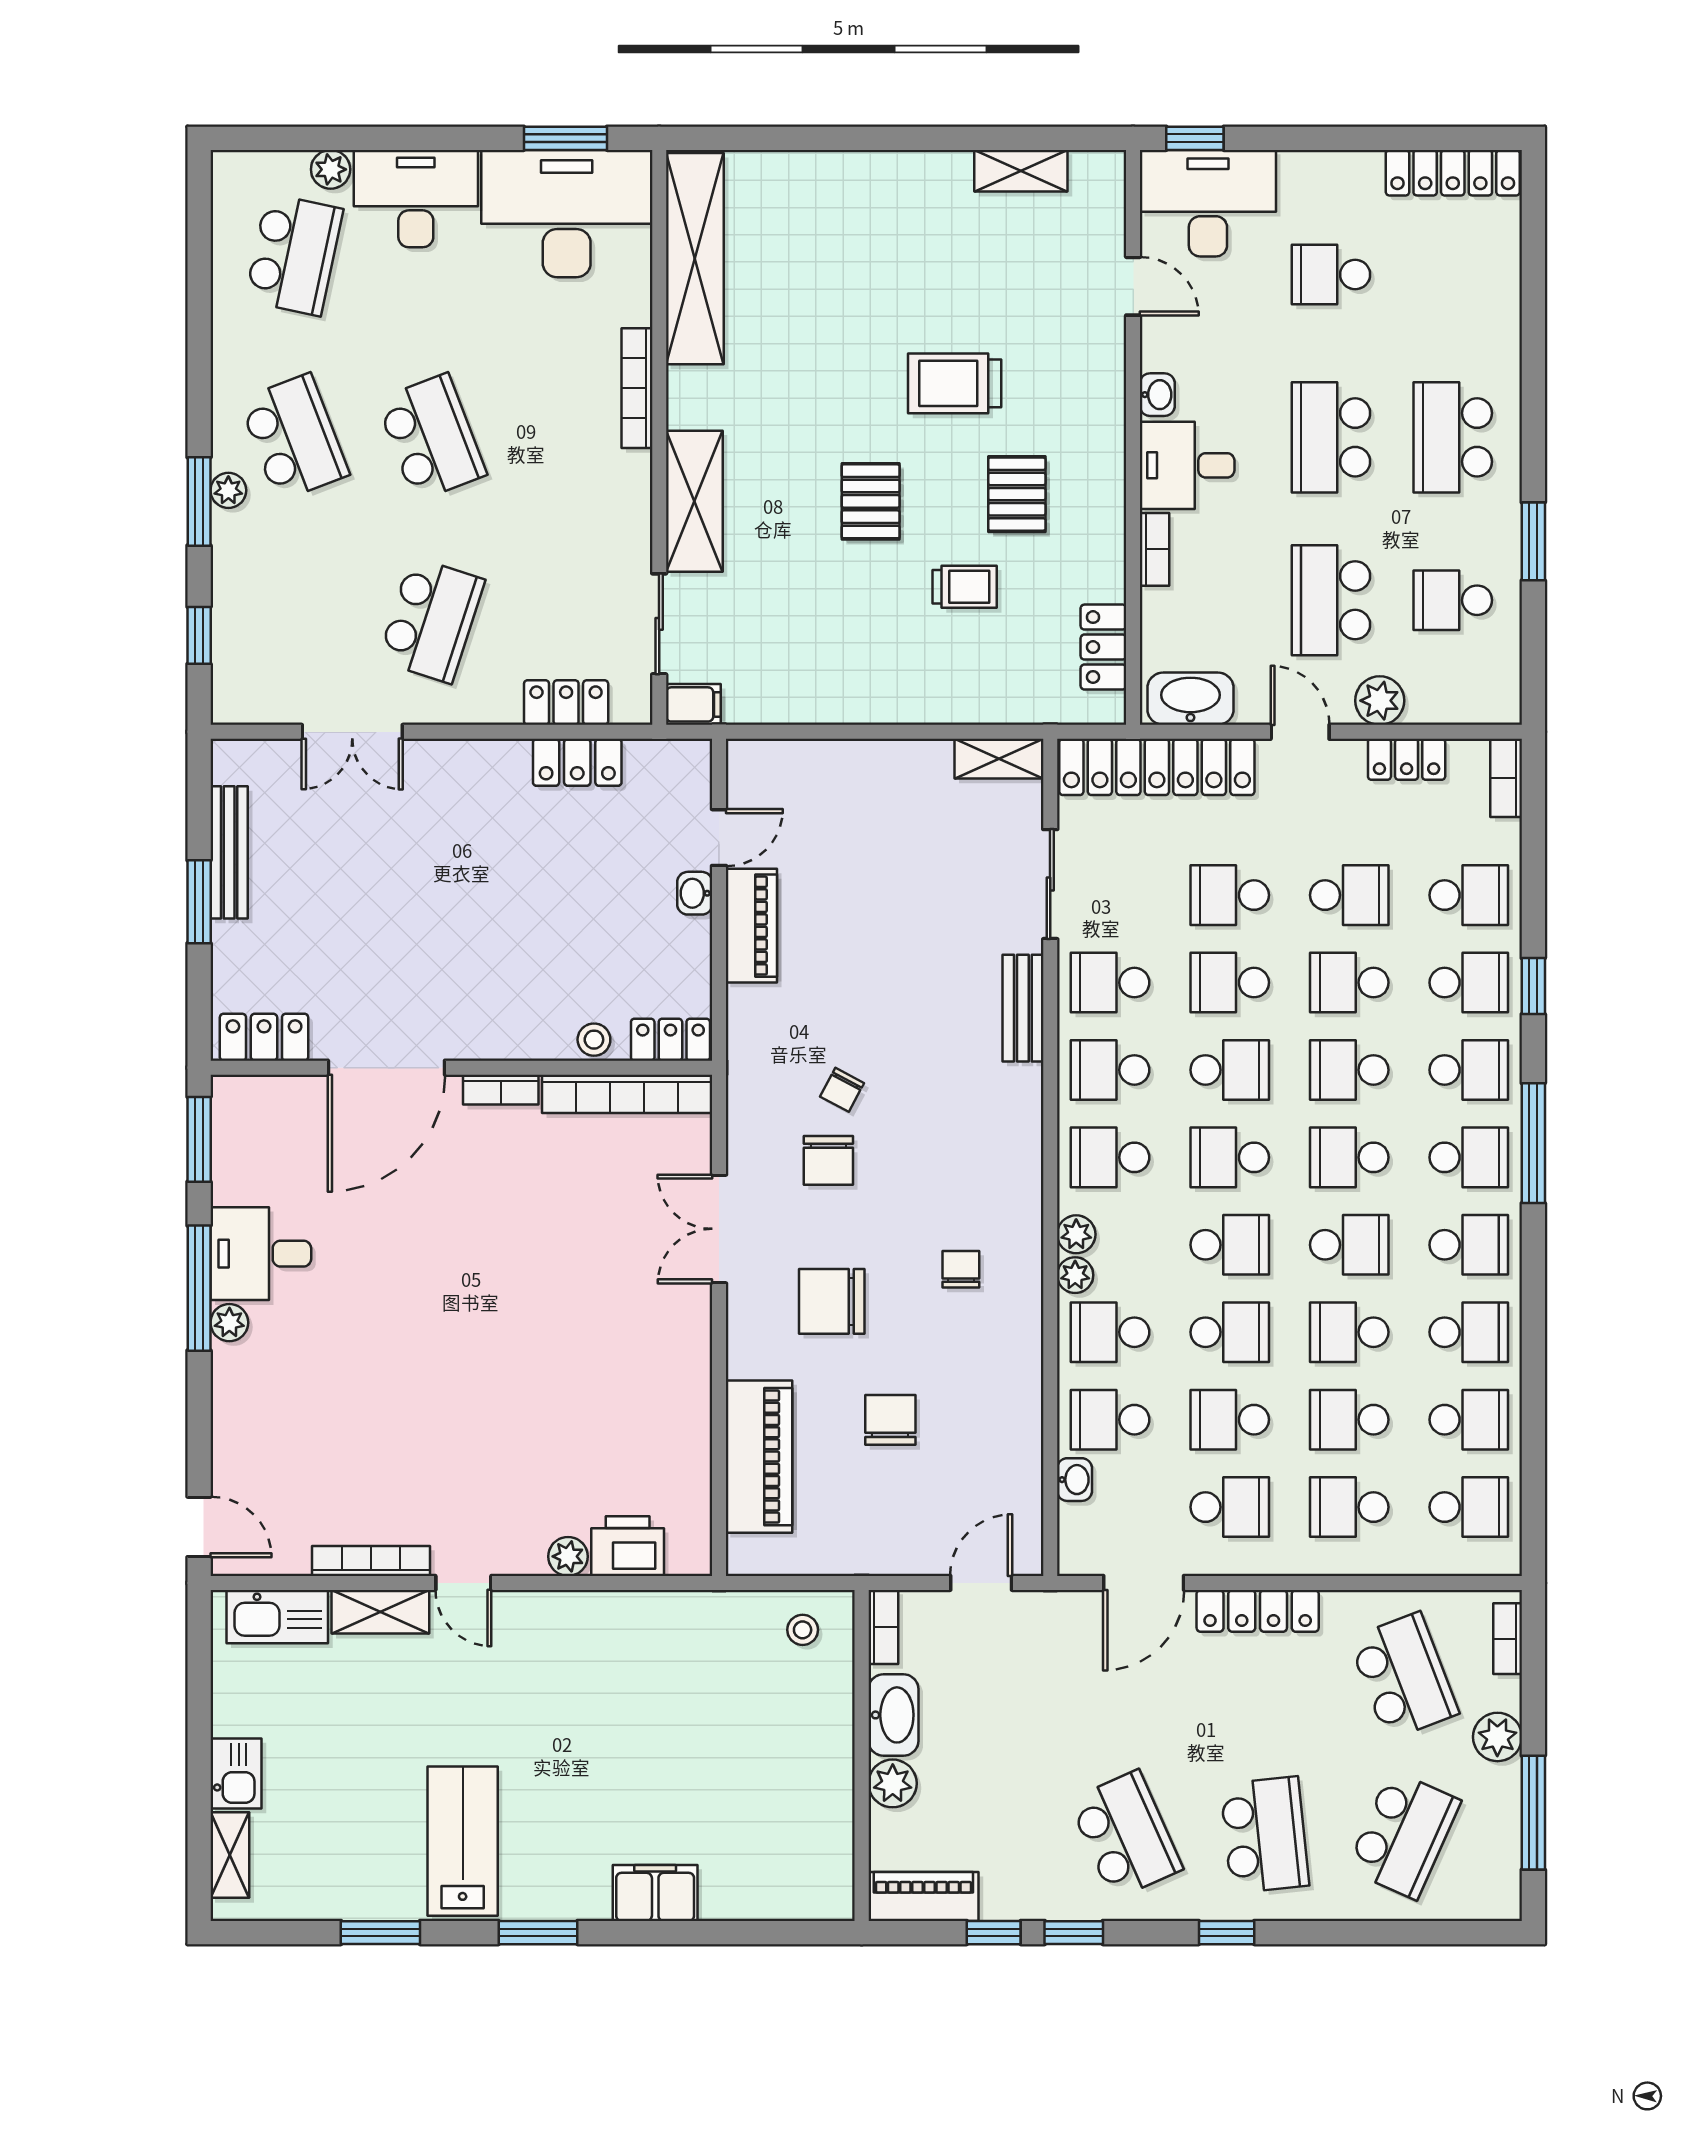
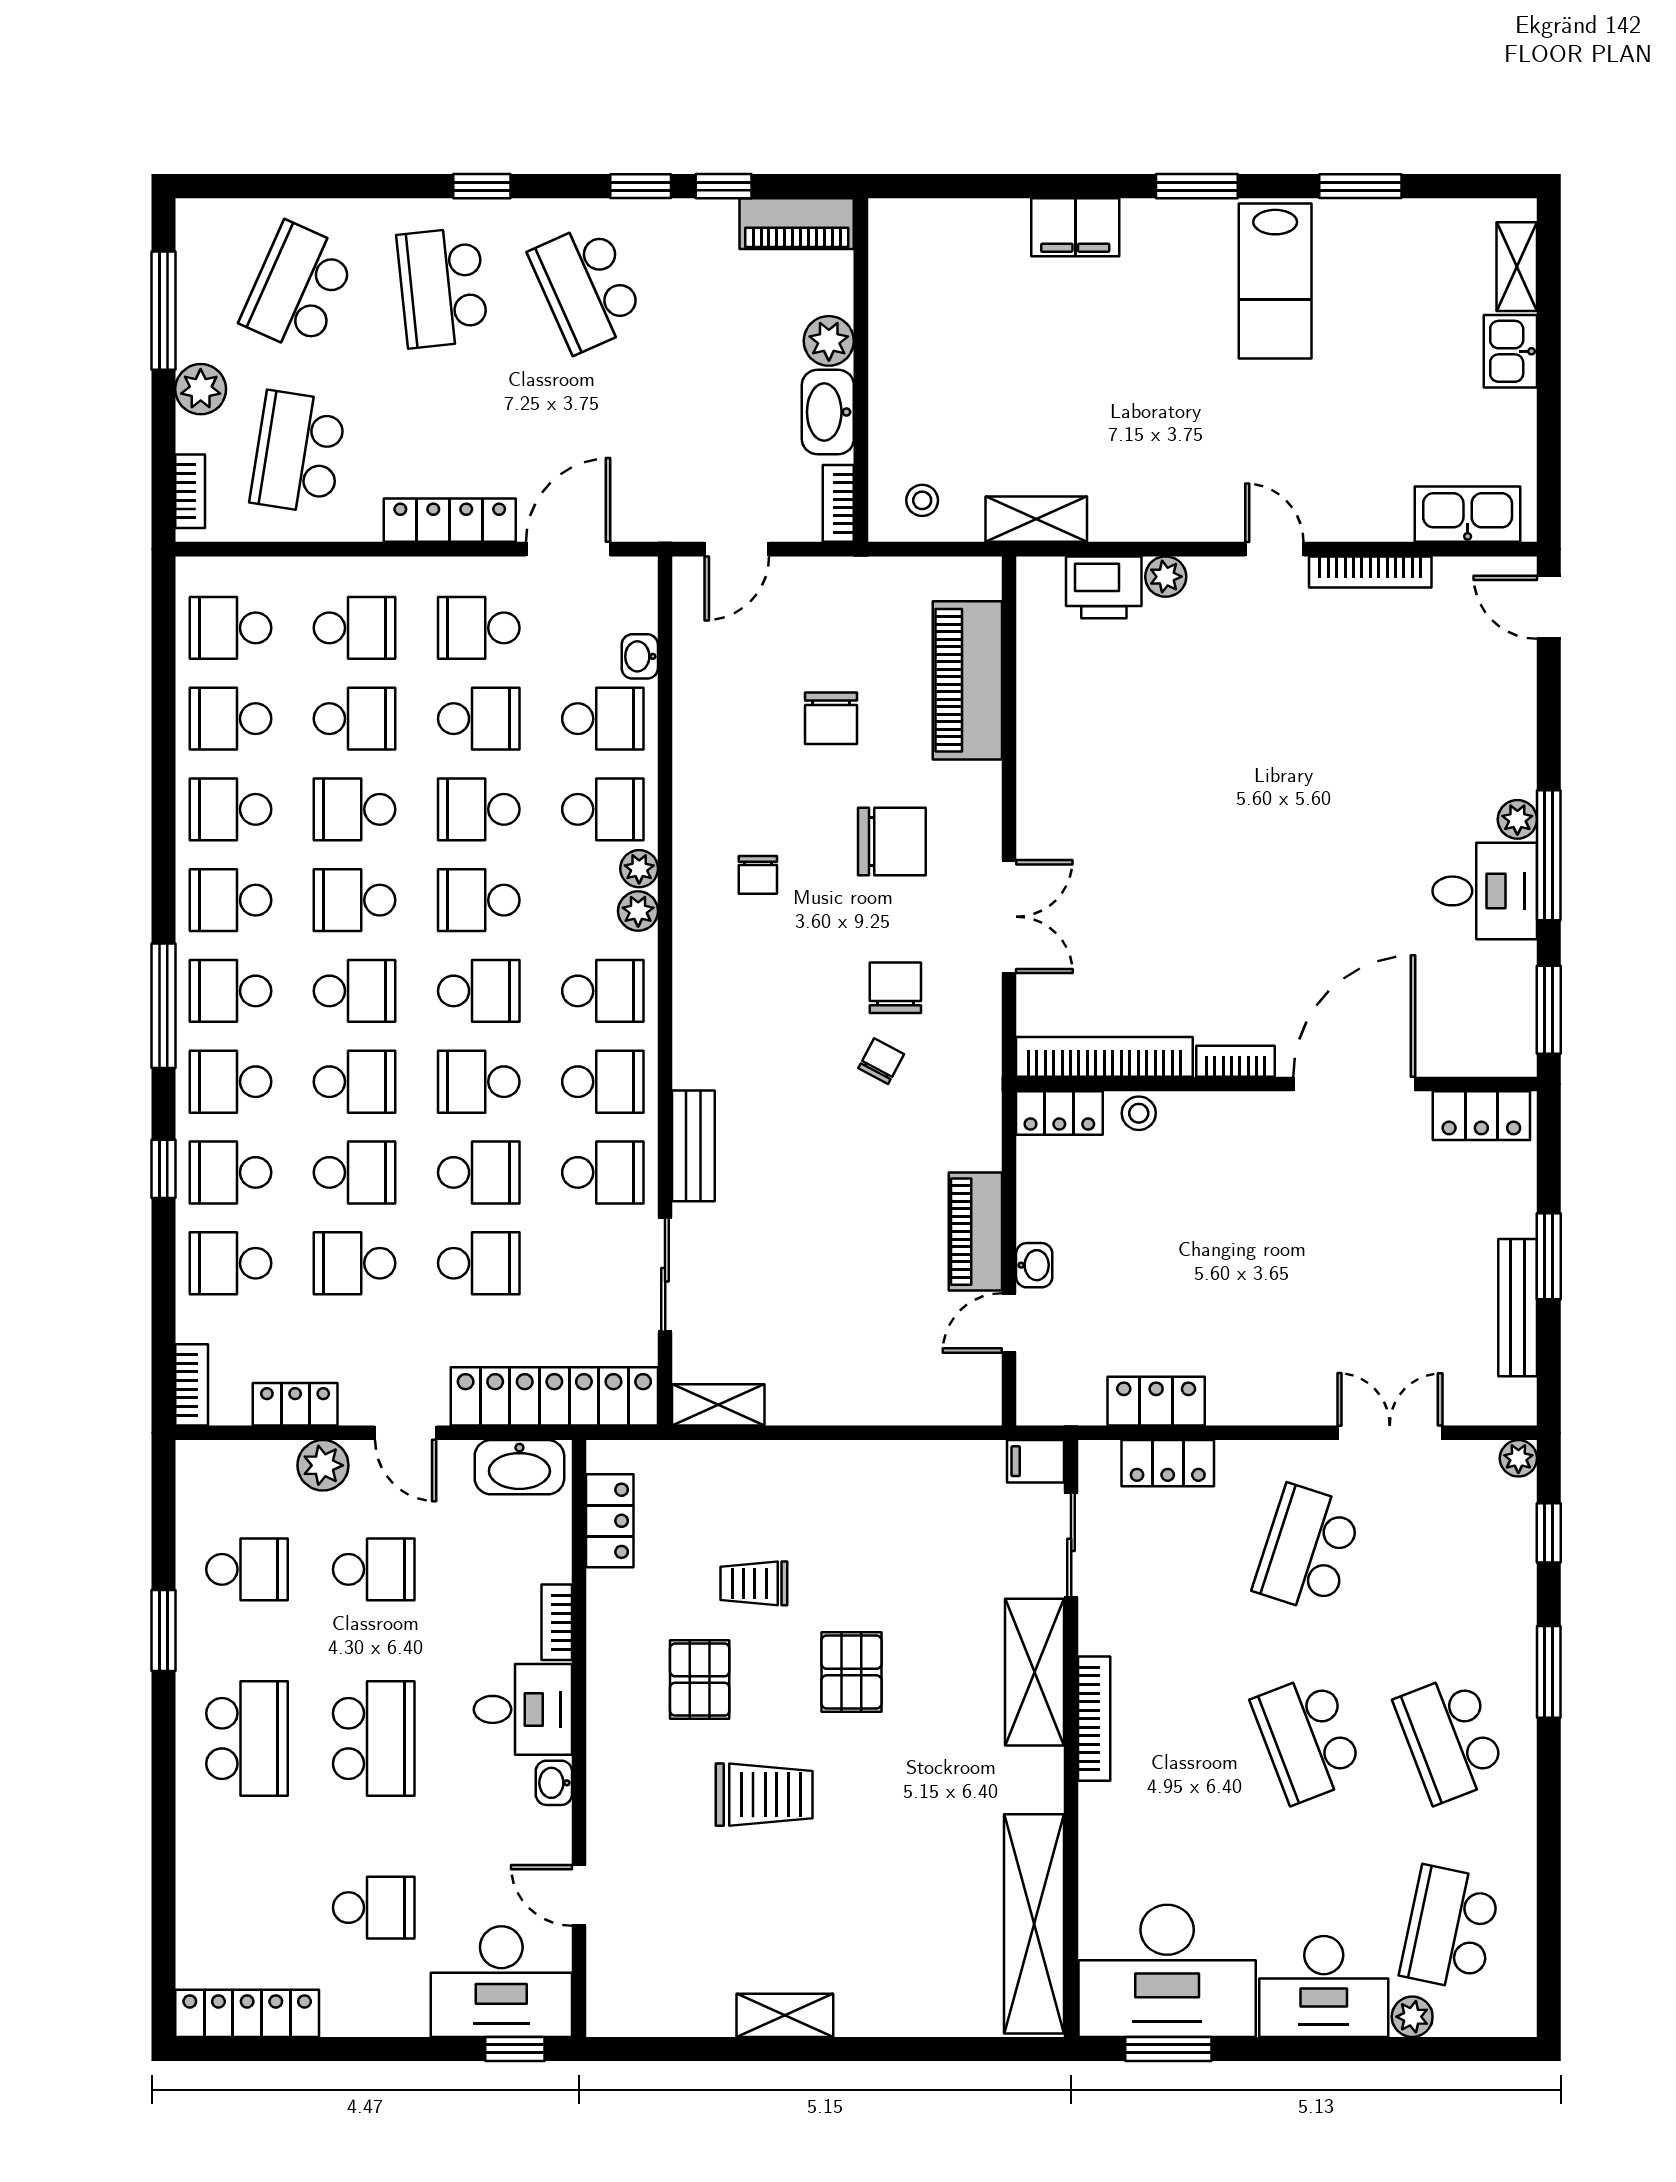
shelving: (1021, 171) -> (785, 2015), moved
bookcase: (637, 388) -> (1094, 1719), moved
plant: (228, 490) -> (1518, 1458), moved
school desk: (1331, 600) -> (374, 1569), width x0.54
school desk: (1349, 1332) -> (355, 809), turned 180
shelving: (380, 1612) -> (1036, 519), moved
school desk: (1404, 1676) -> (298, 452), turned 30

